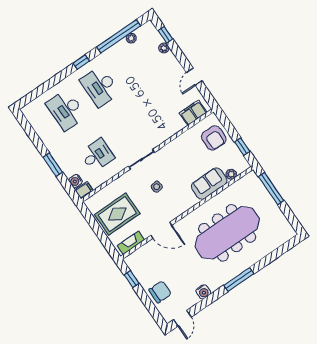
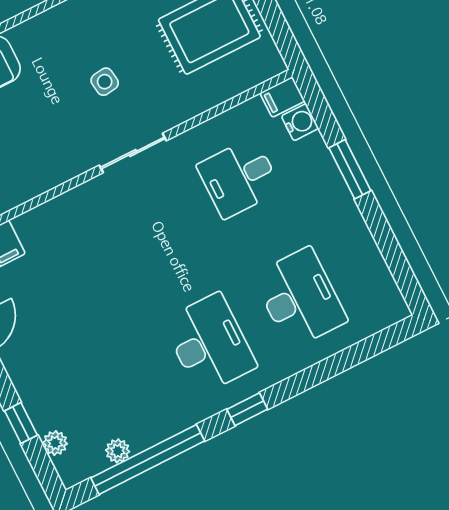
window: (165, 35) -> (21, 423), moved
plant: (164, 48) -> (55, 443), moved

